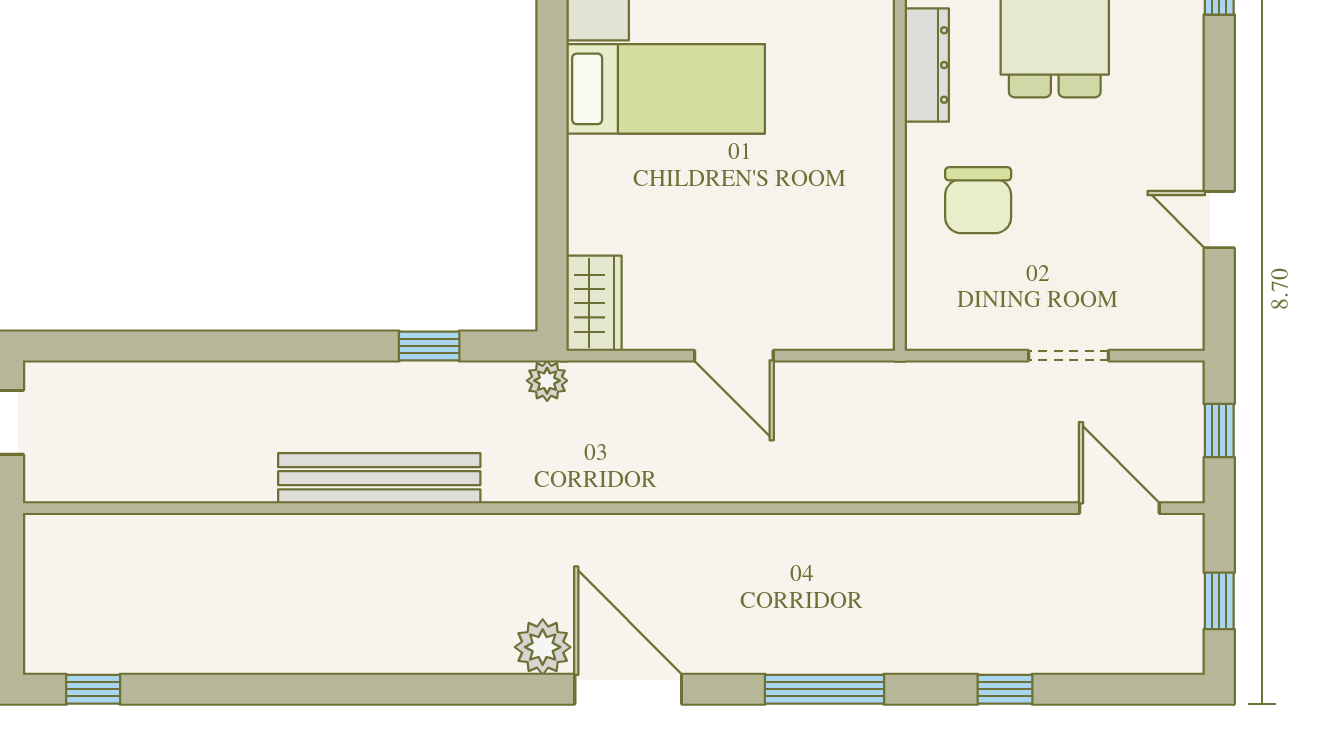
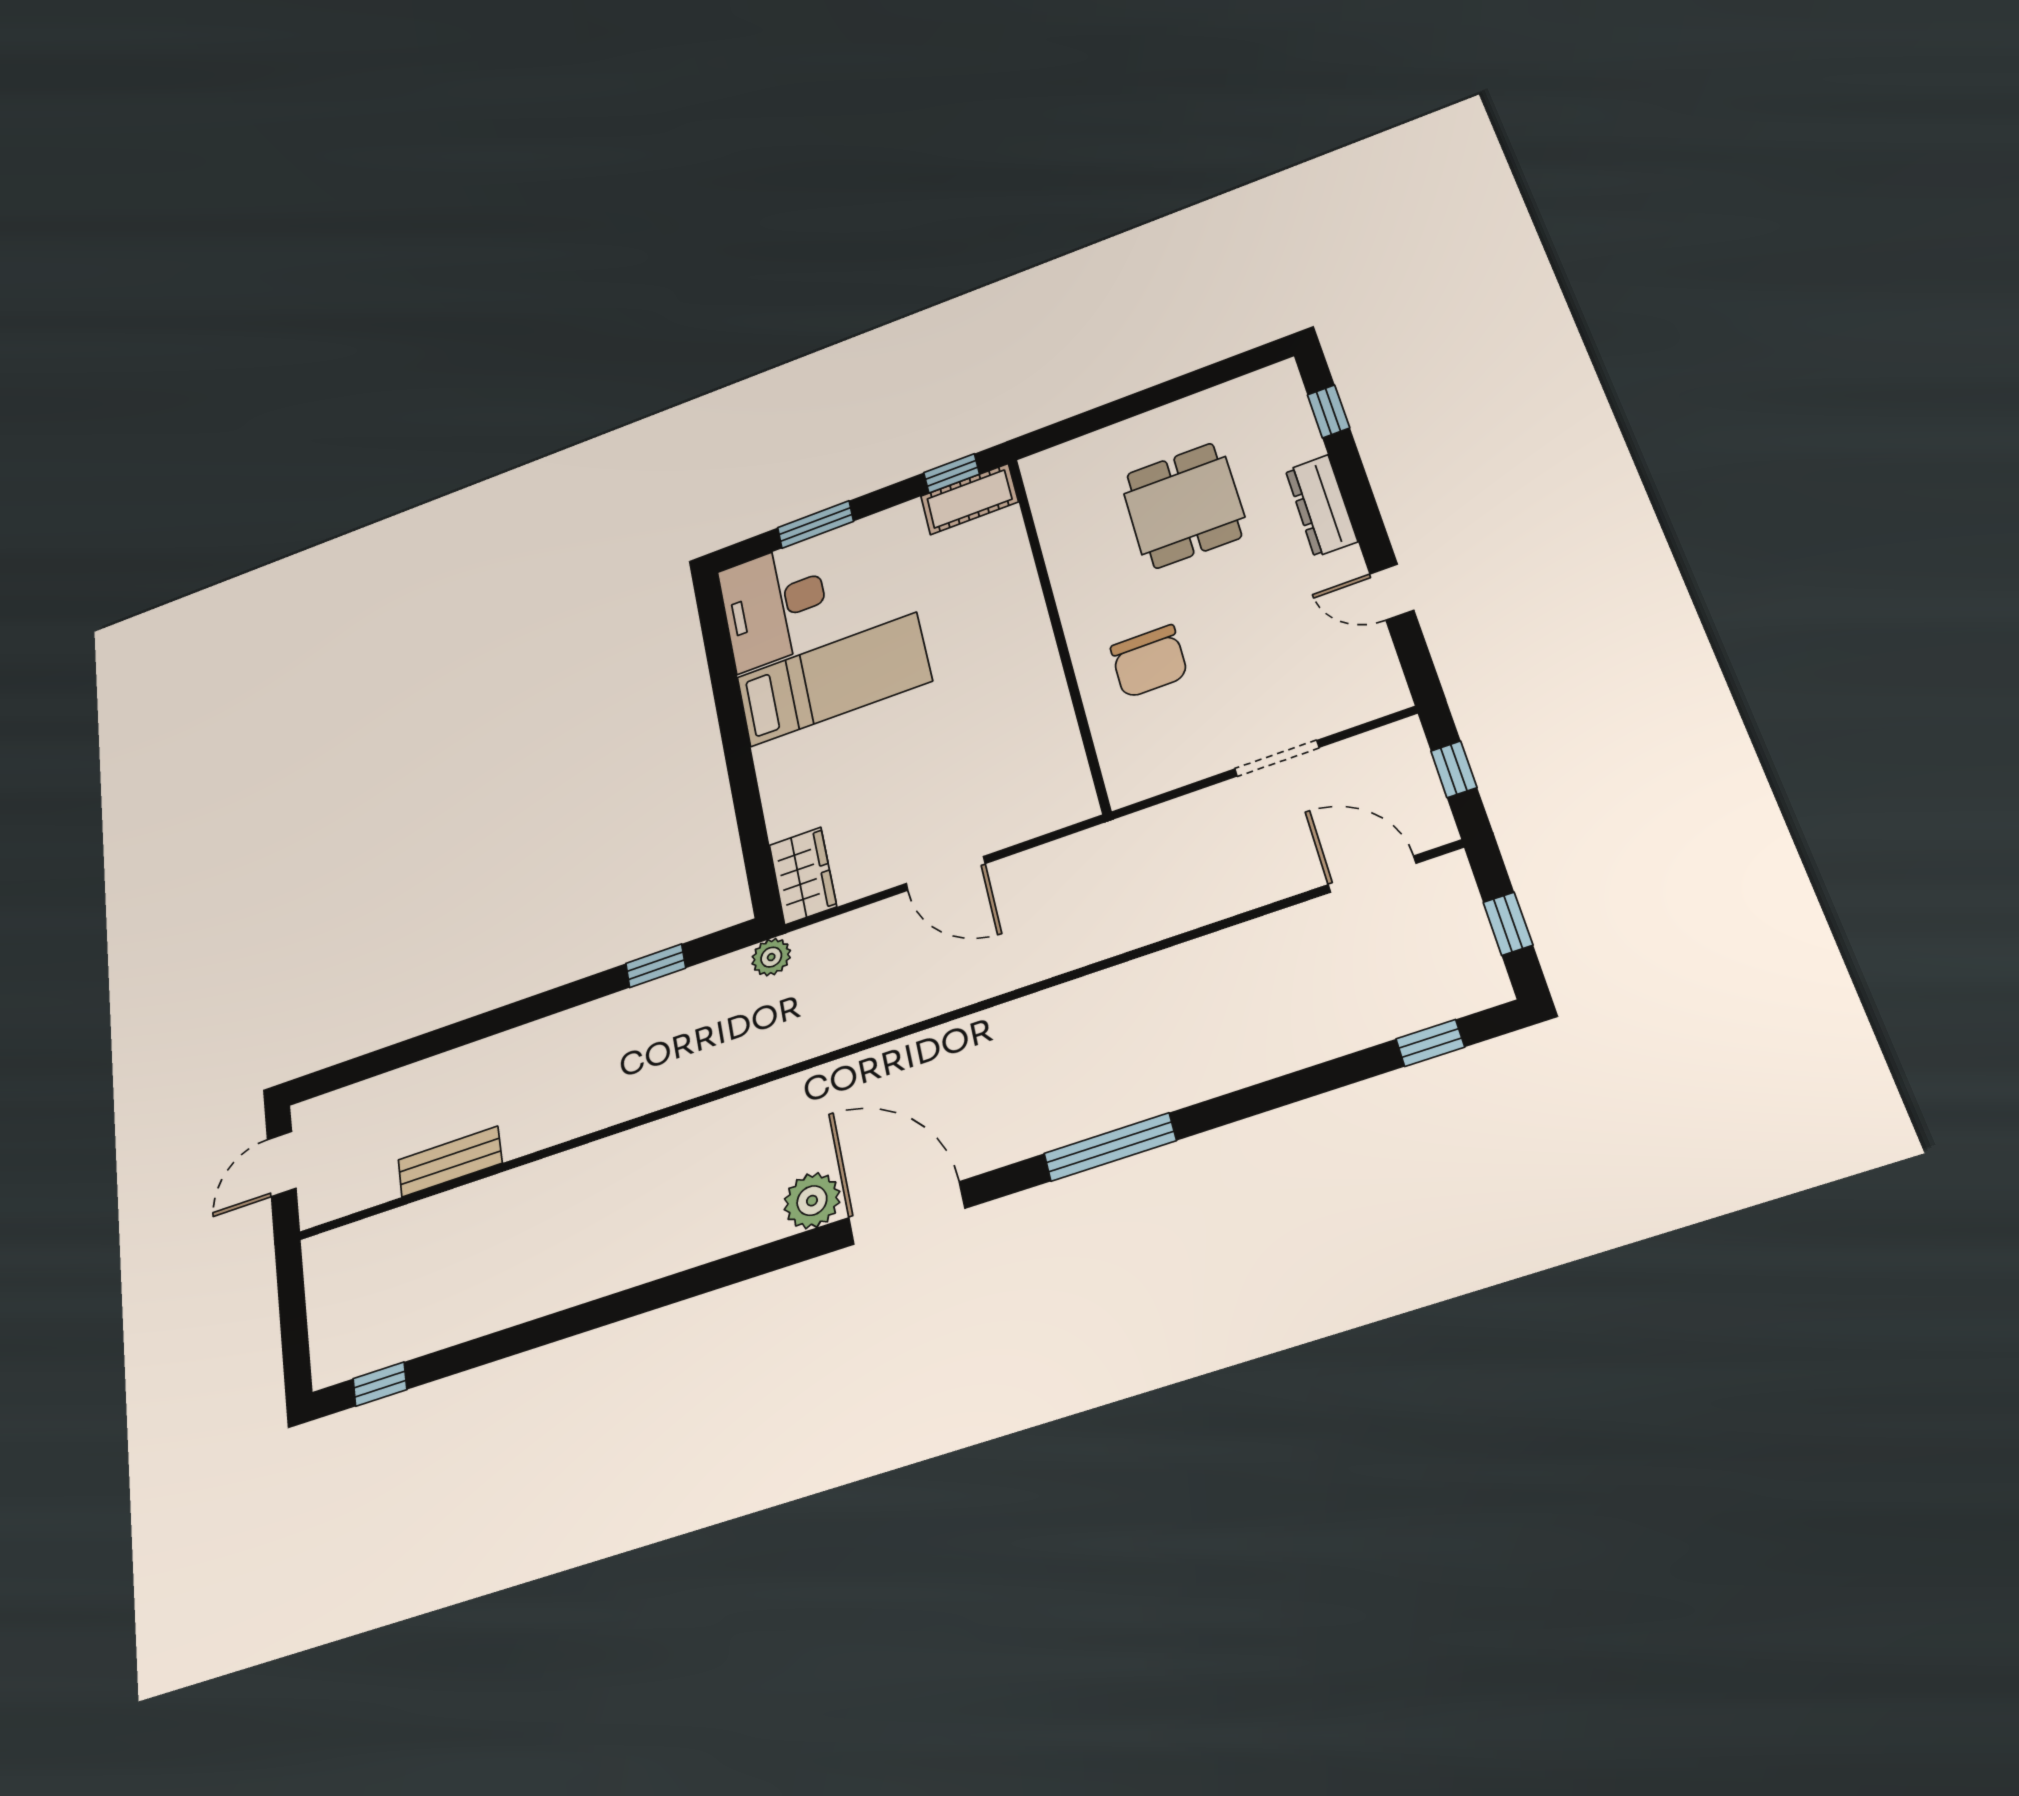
dresser: (927, 65) -> (1321, 506), moved, turned 180
bench: (379, 478) -> (450, 1162), moved, width x0.54, depth x0.82
window: (1005, 689) -> (1430, 1043), moved

